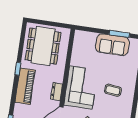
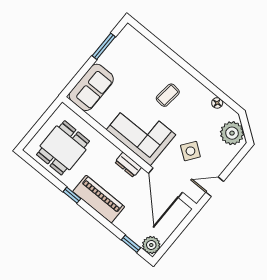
sofa: (112, 45) -> (91, 87), moved
dining table: (43, 46) -> (63, 148), width x0.73

